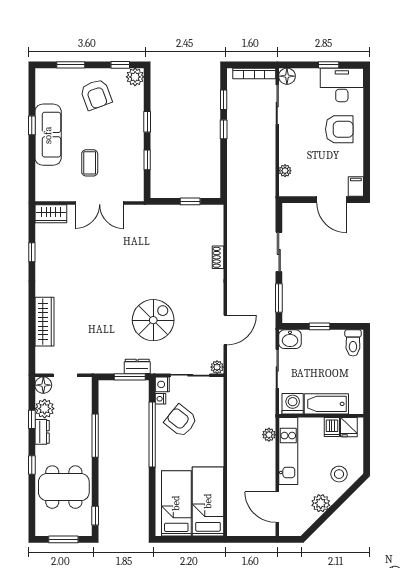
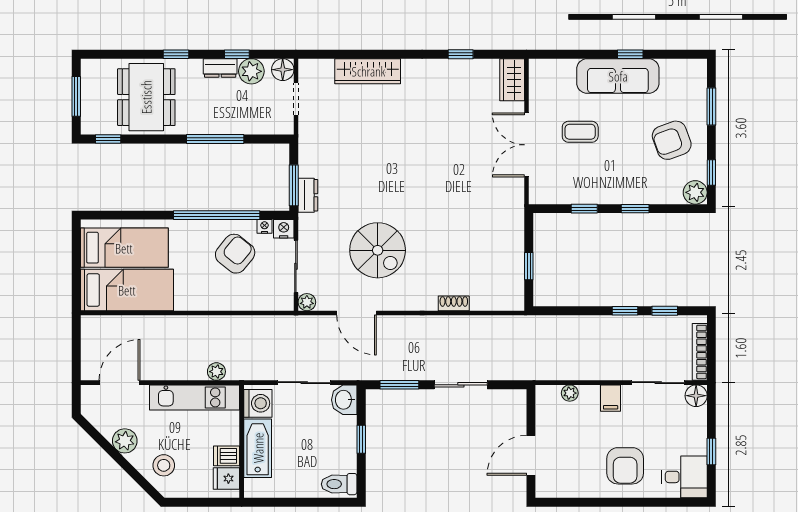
desk: (342, 85) -> (684, 477), width x0.73
filing cabinet: (356, 187) -> (611, 398), moved, turned 90
spiral stairs: (153, 320) -> (378, 250), moved

